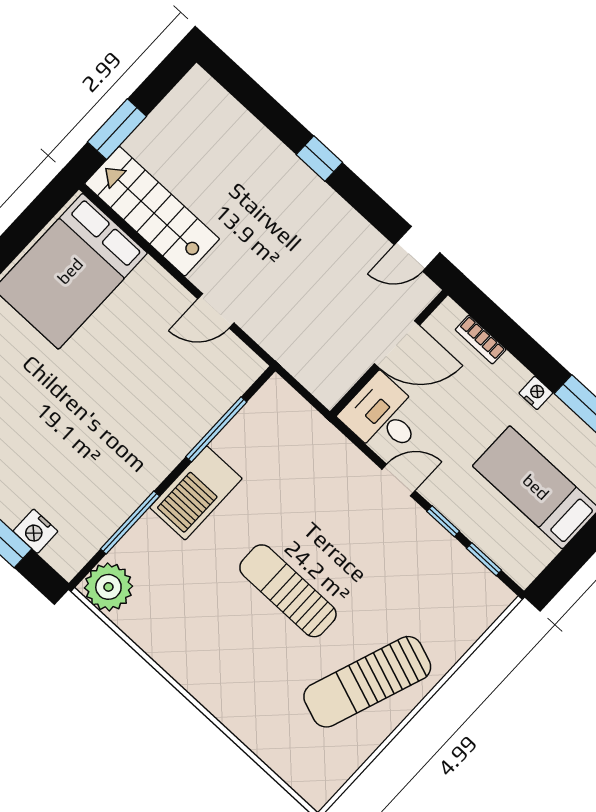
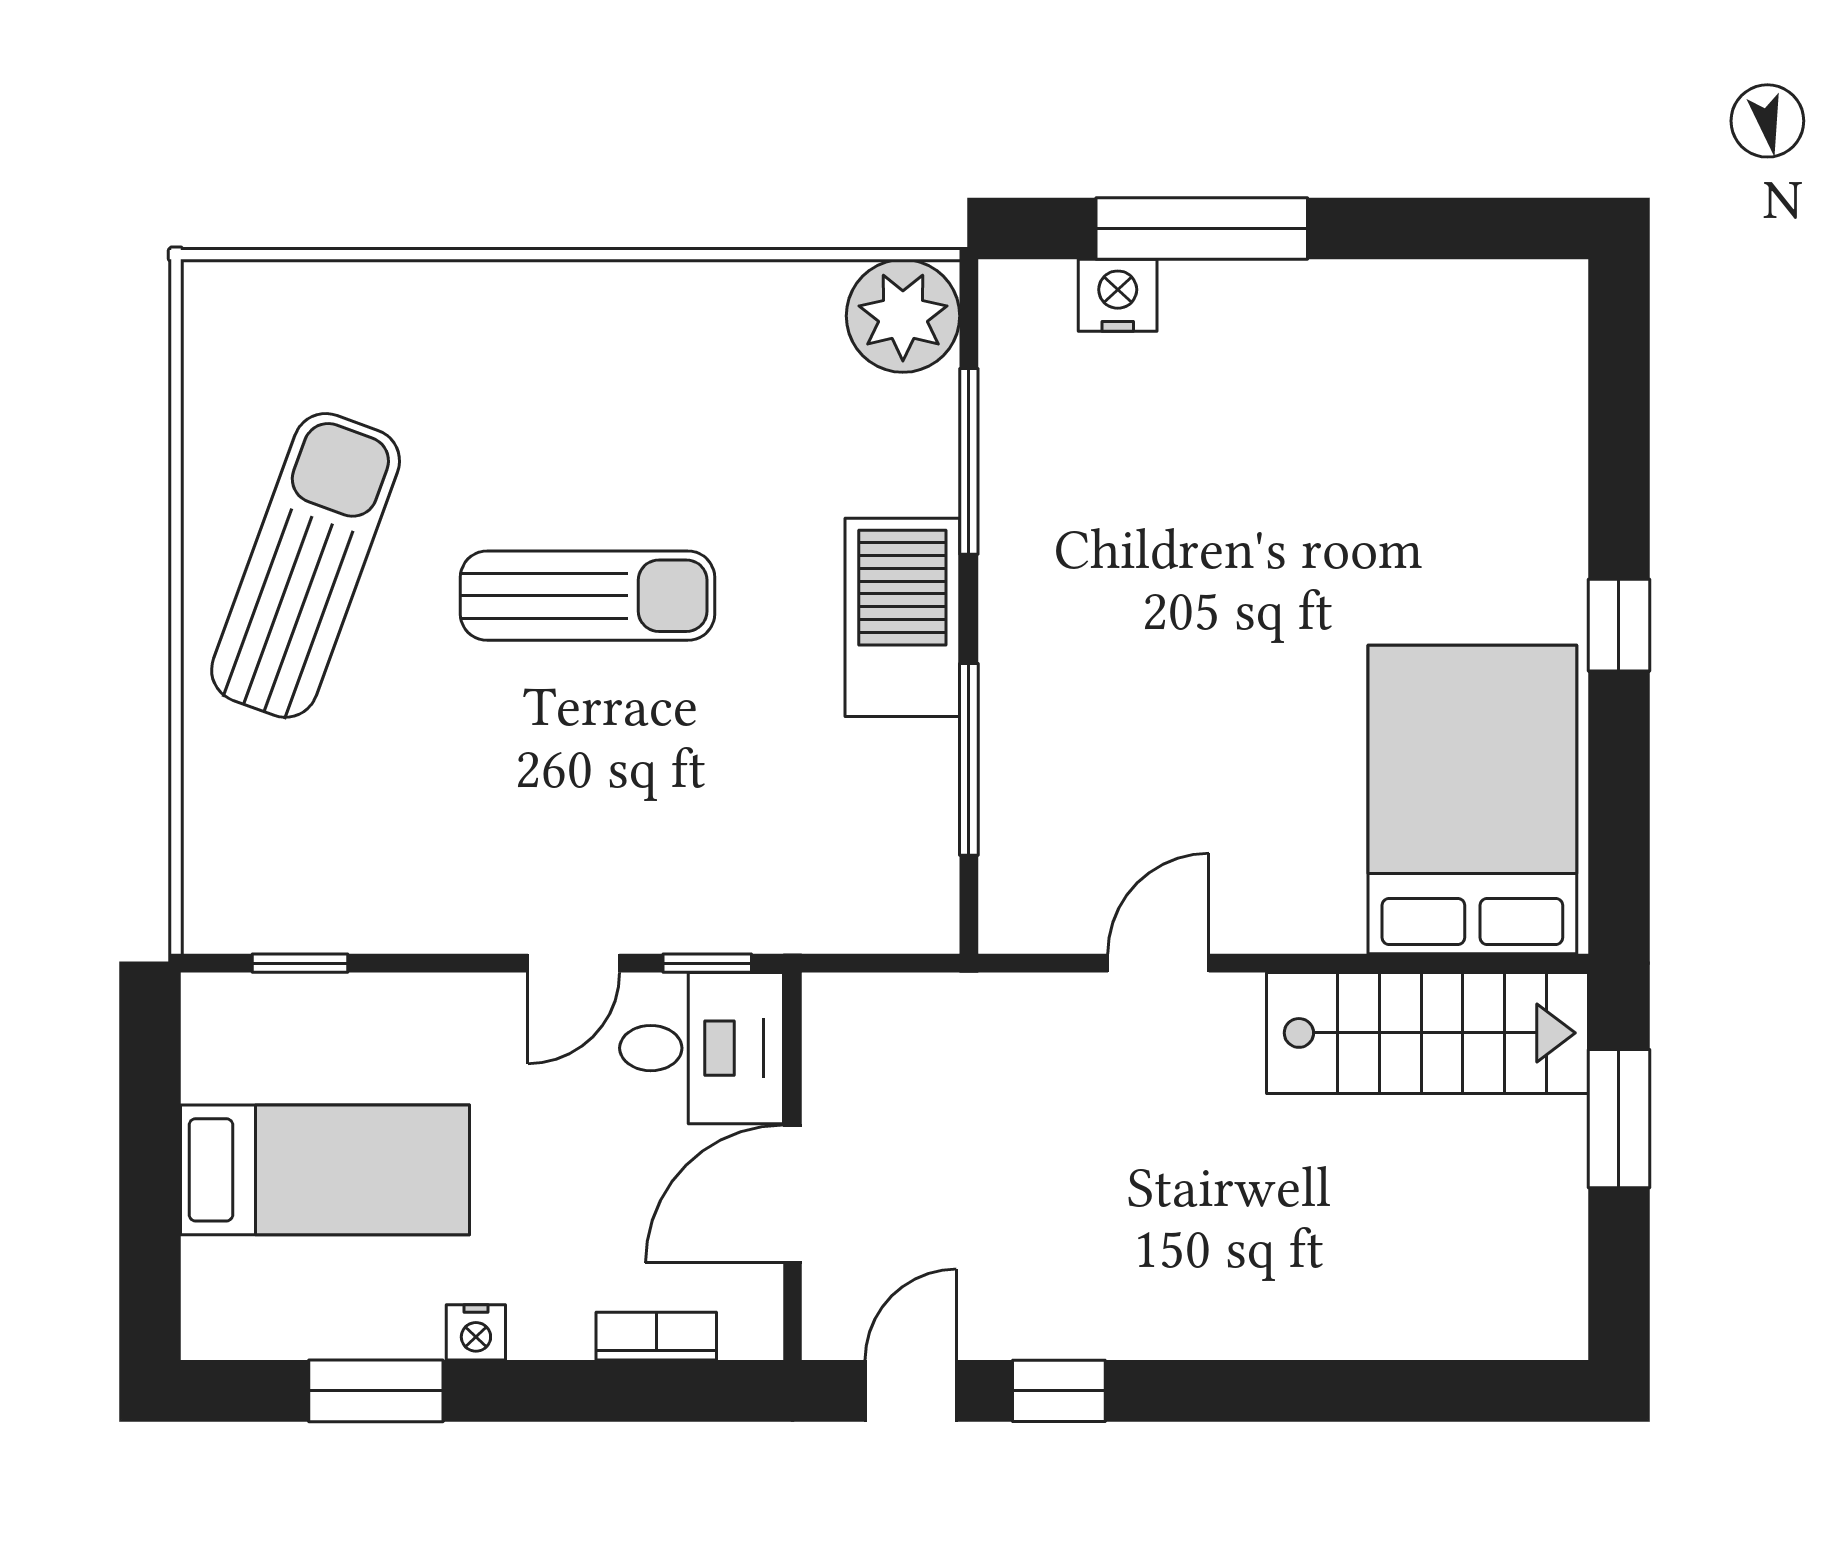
window: (319, 158) -> (1059, 1391), moved
window: (443, 521) -> (707, 963), moved

